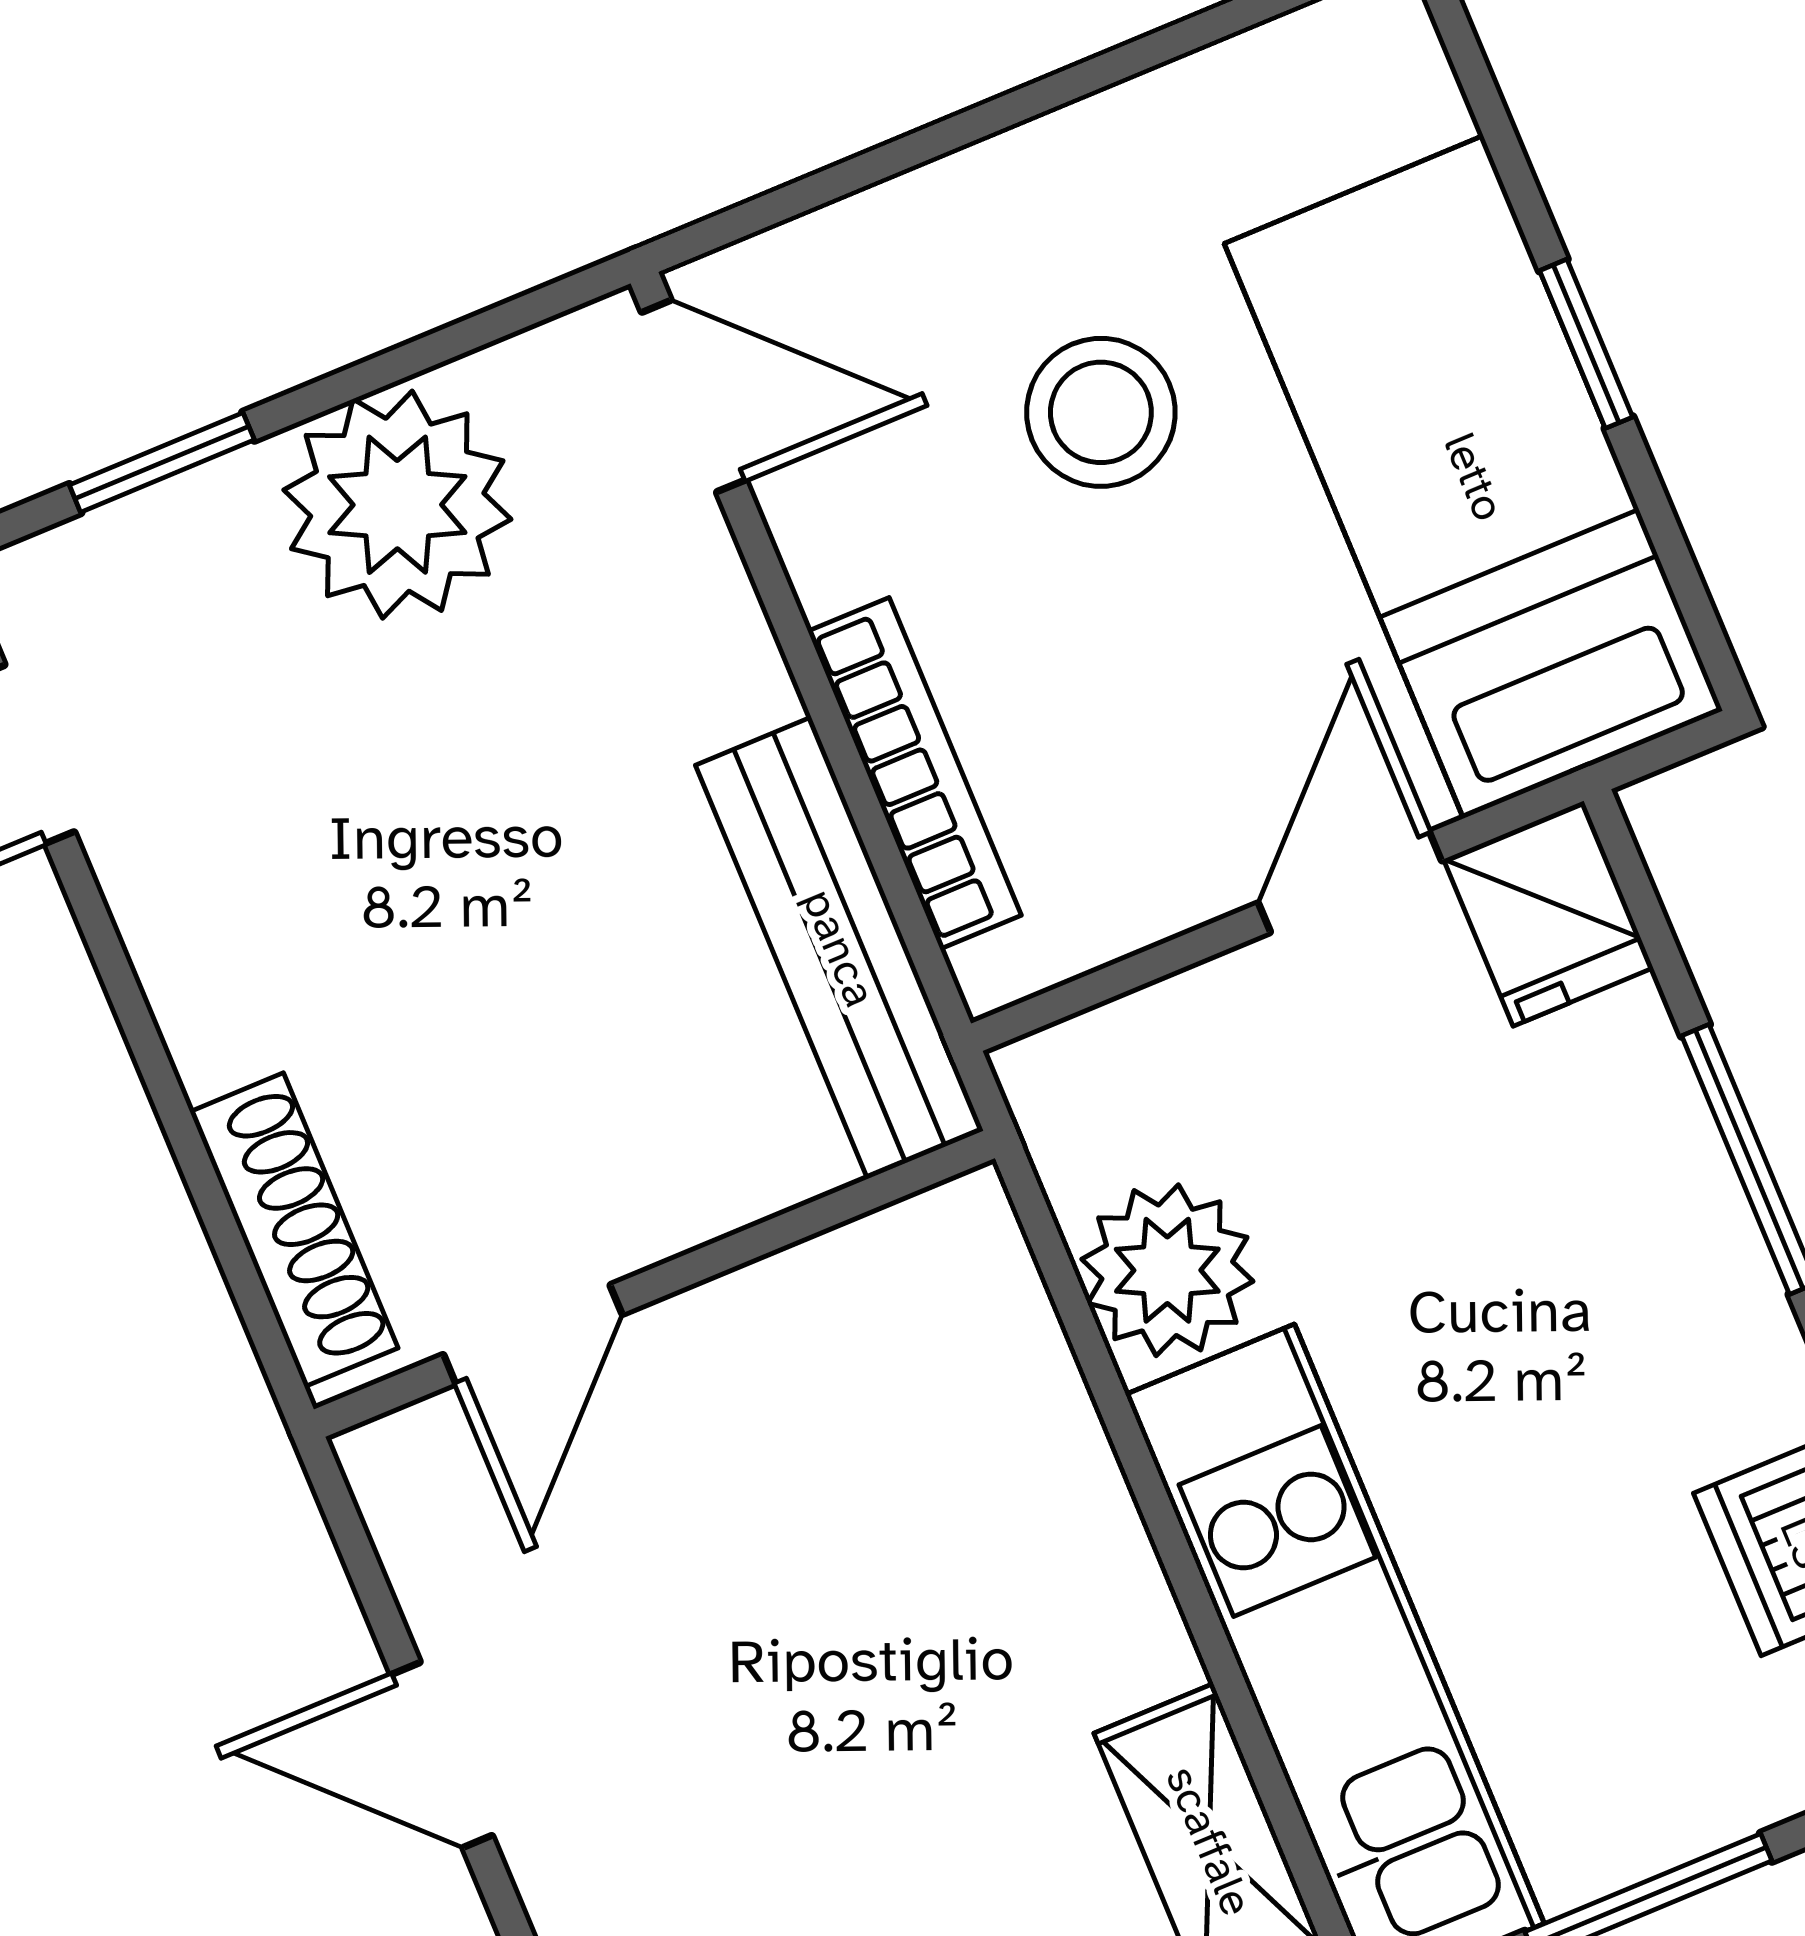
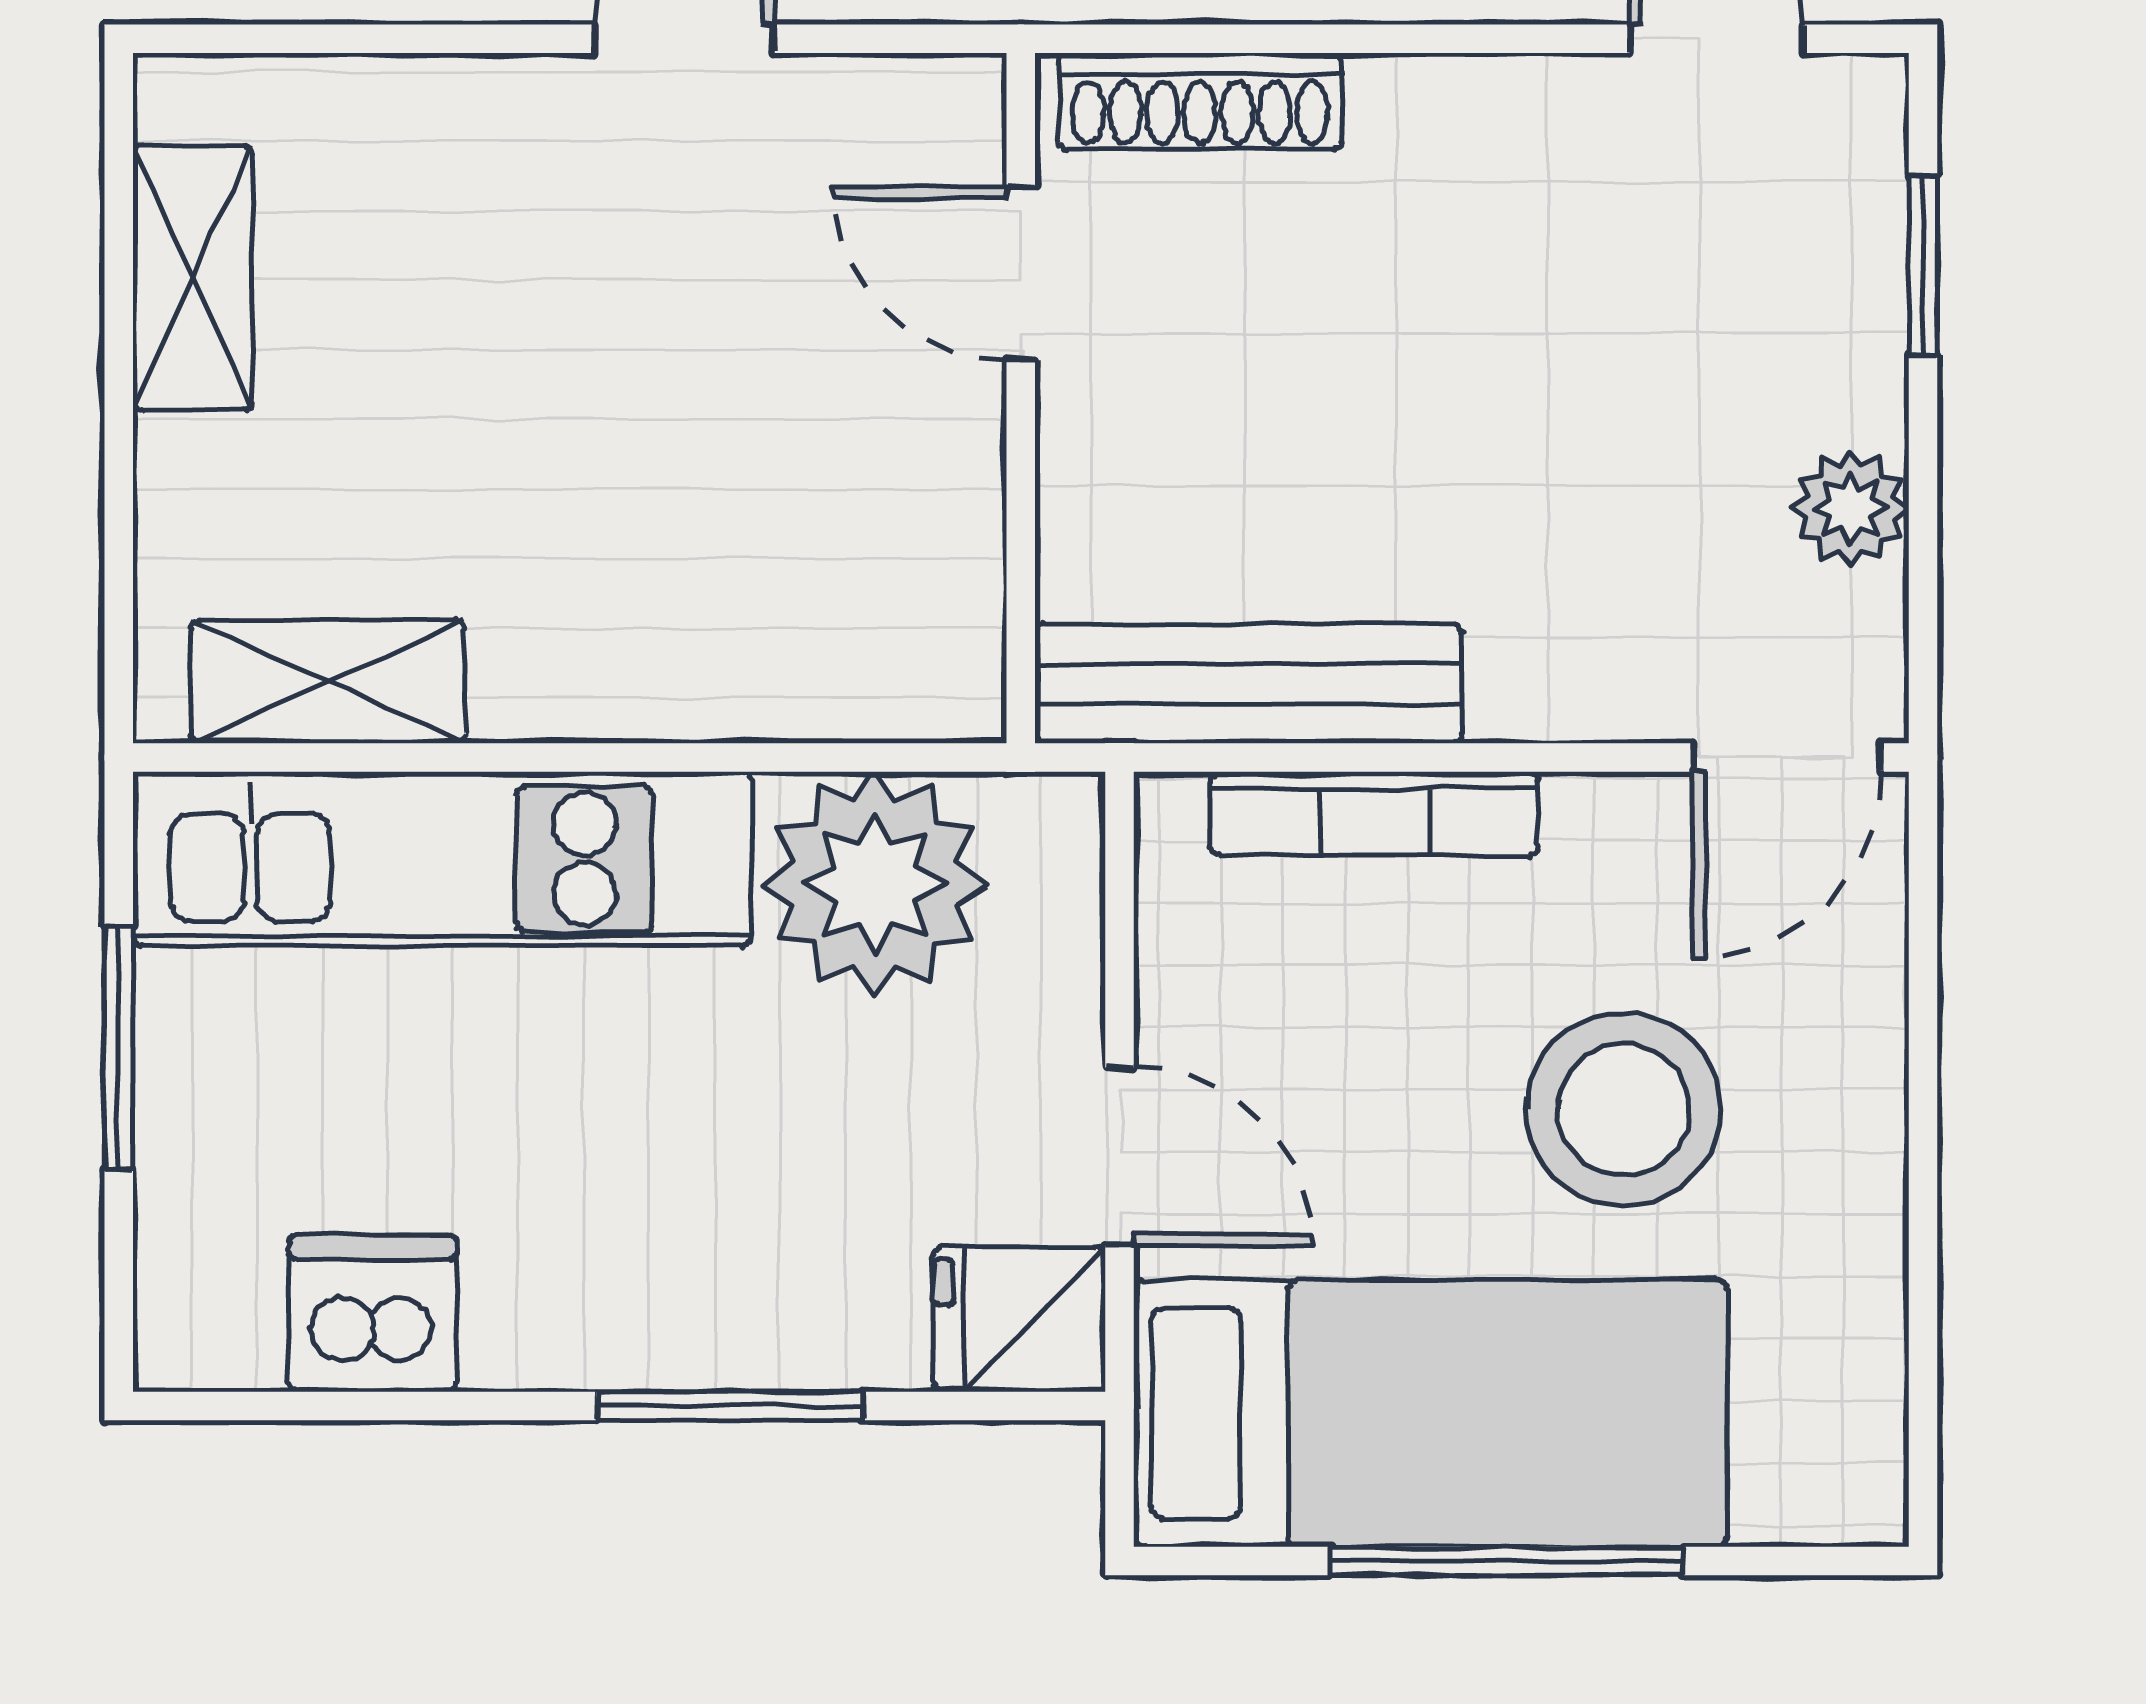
window: (1586, 344) -> (1506, 1561), width x2.17
stool: (1101, 412) -> (1623, 1109), width x1.38, depth x1.38
plant: (397, 505) -> (1851, 508), width x0.53, depth x0.53
plant: (1167, 1270) -> (875, 884), width x1.36, depth x1.36

